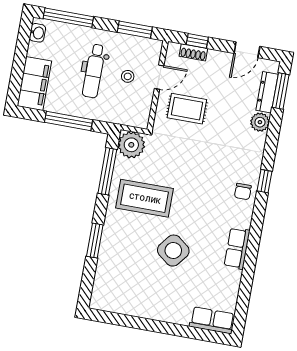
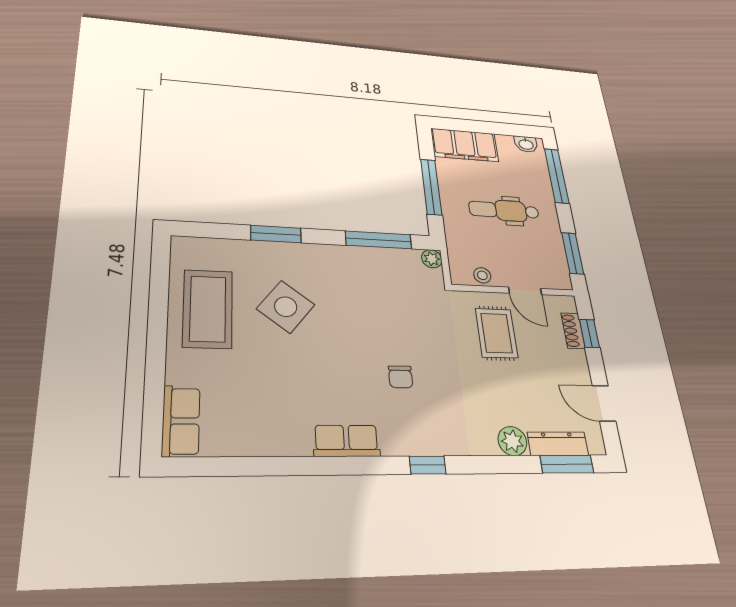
stool: (128, 76) -> (482, 275), moved
plant: (131, 145) -> (432, 259), width x0.53, depth x0.53
chair: (243, 192) -> (401, 377), moved, turned -90
coffee table: (145, 198) -> (208, 309), moved
row of seats: (237, 248) -> (347, 441), moved
side table: (173, 251) -> (286, 307), moved

